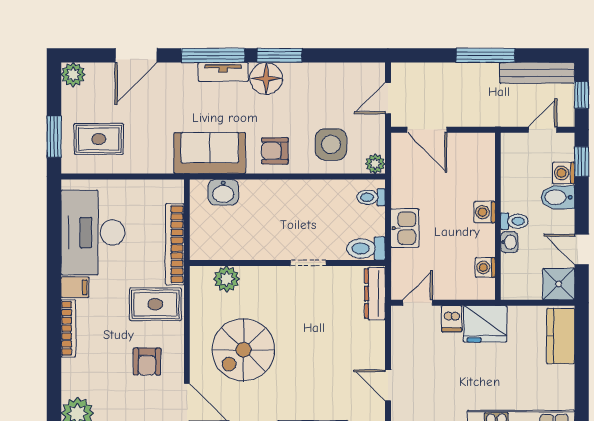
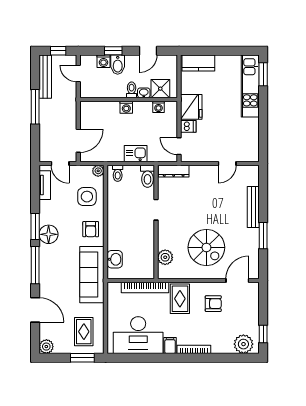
tv unit: (223, 72) -> (45, 185), moved
sofa: (210, 153) -> (92, 275), width x1.36
window: (582, 162) -> (113, 51), moved
shower: (559, 284) -> (160, 89), moved

